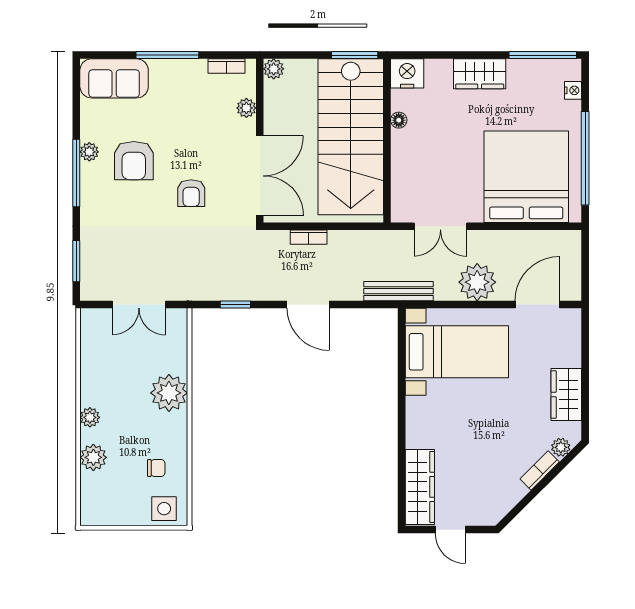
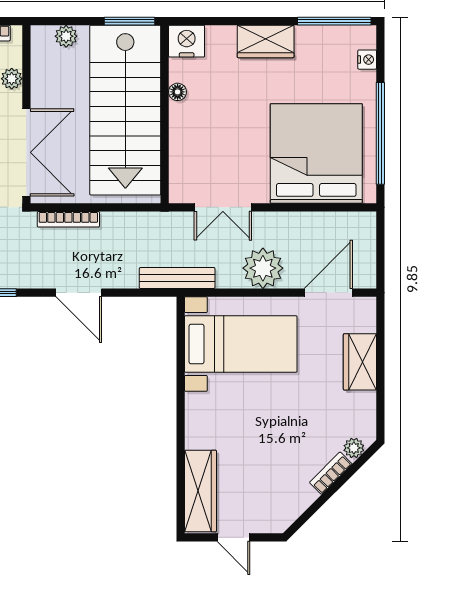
plant: (274, 69) -> (66, 36), moved
bookcase: (309, 237) -> (68, 219), width x1.56
wardrobe: (566, 394) -> (360, 362), moved

